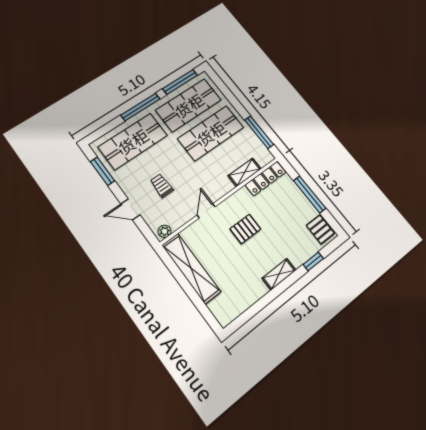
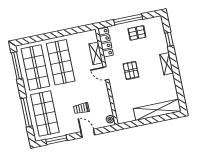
window: (140, 107) -> (26, 112), moved
window: (259, 132) -> (74, 31), removed
door: (130, 209) -> (88, 133), swing flipped
door: (206, 211) -> (106, 73), moved
pallet: (320, 229) -> (137, 33), moved
shelving: (191, 268) -> (157, 110), moved

